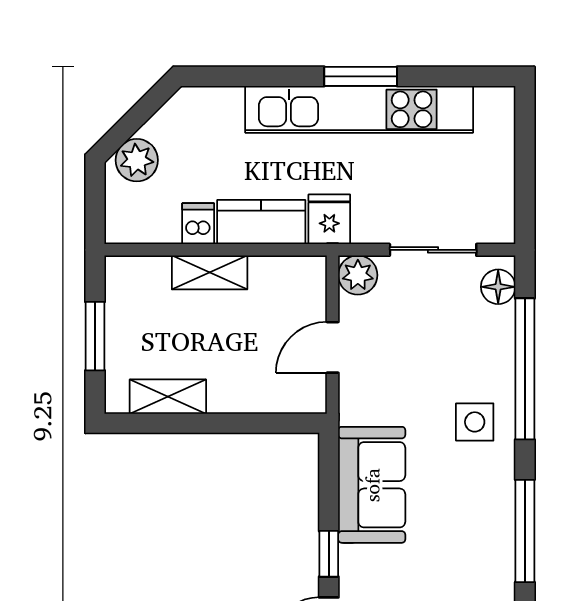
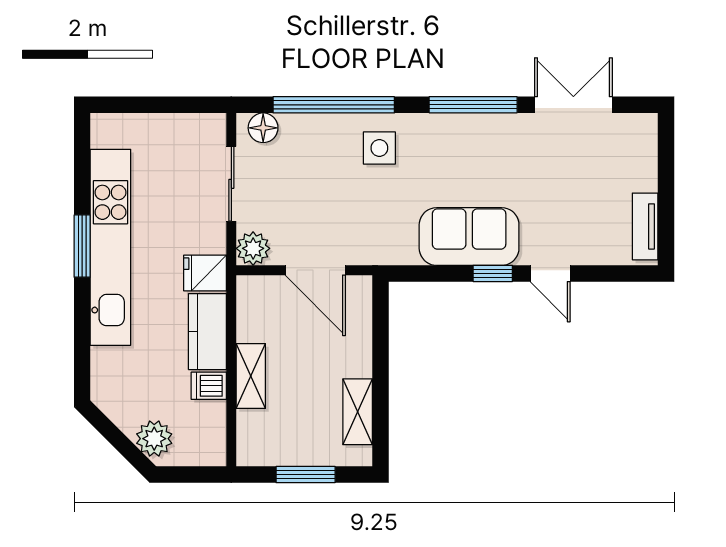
door: (333, 347) -> (315, 270), width x1.38
sofa: (372, 485) -> (469, 237), moved

